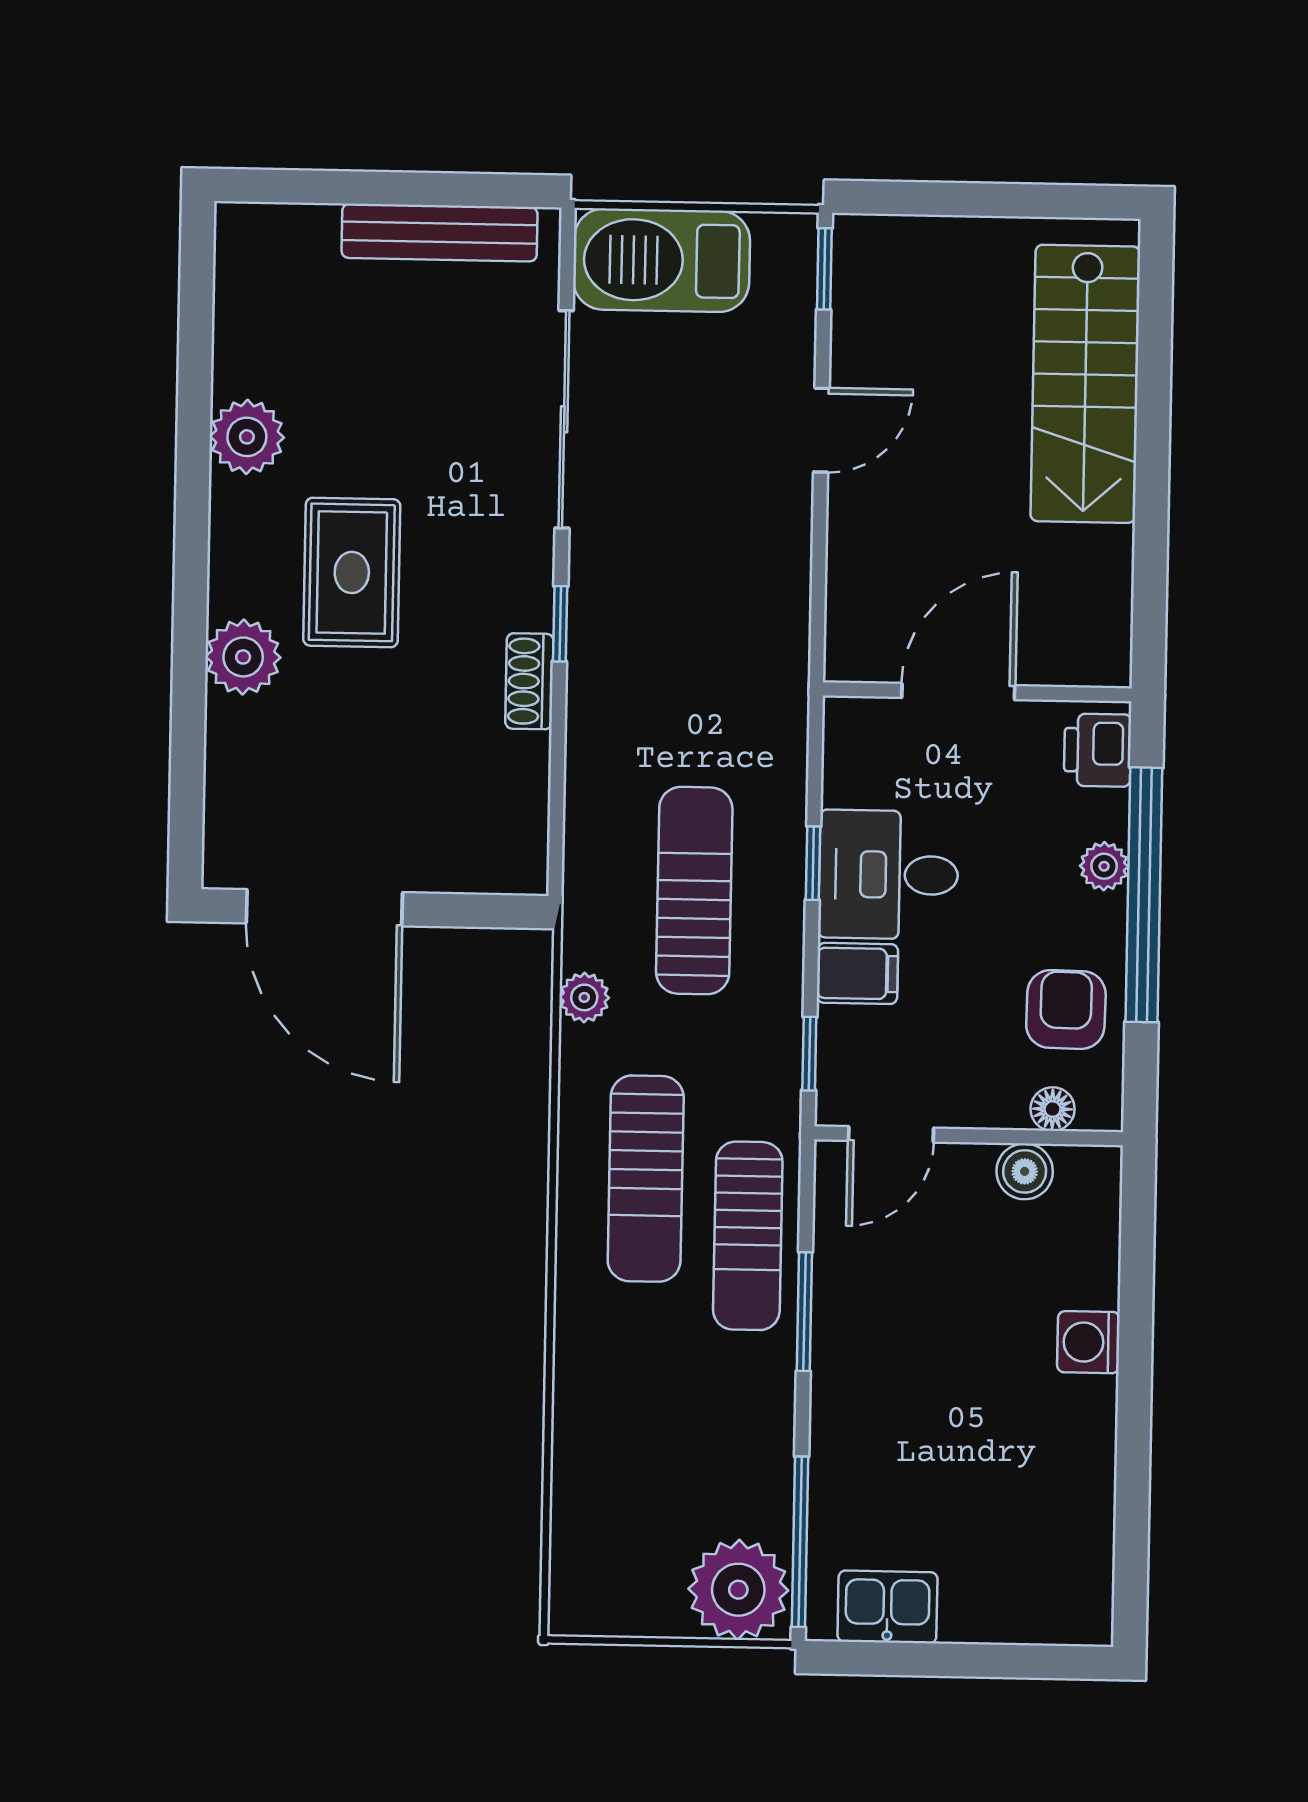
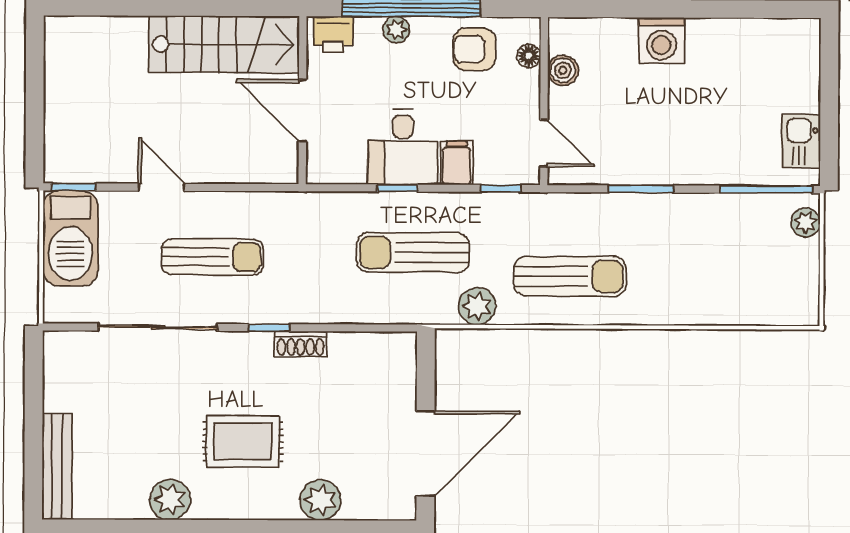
bench: (440, 233) -> (57, 466), moved
barbecue: (662, 260) -> (71, 238), moved
stairs: (1085, 384) -> (224, 44), moved
plant: (243, 657) -> (320, 500), moved
plant: (584, 997) -> (477, 306), width x1.38, depth x1.38
sun lounger: (748, 1236) -> (213, 257), moved
washing machine: (1088, 1342) -> (661, 40), width x1.38, depth x1.38
plant: (738, 1590) -> (806, 223), width x0.53, depth x0.53

